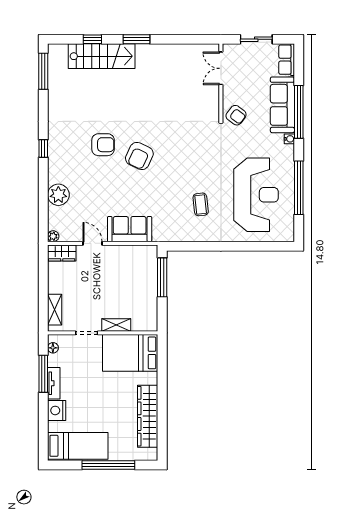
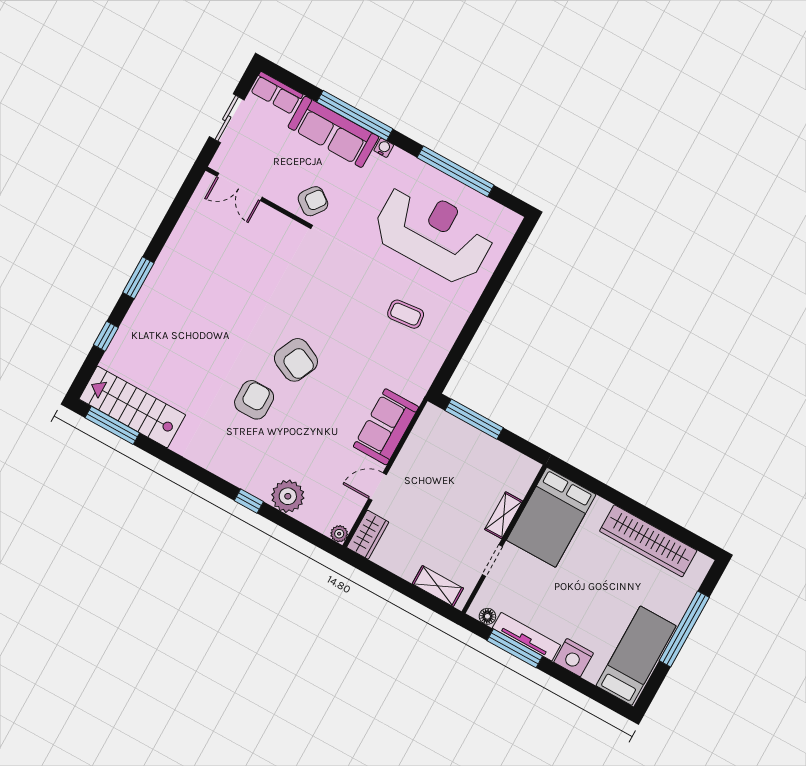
stairs: (102, 56) -> (132, 407), moved, turned -90
window: (43, 149) -> (249, 501), moved
tv unit: (54, 383) -> (526, 637), width x1.41

